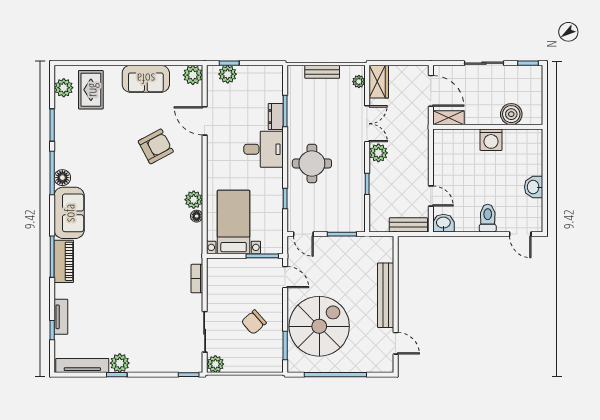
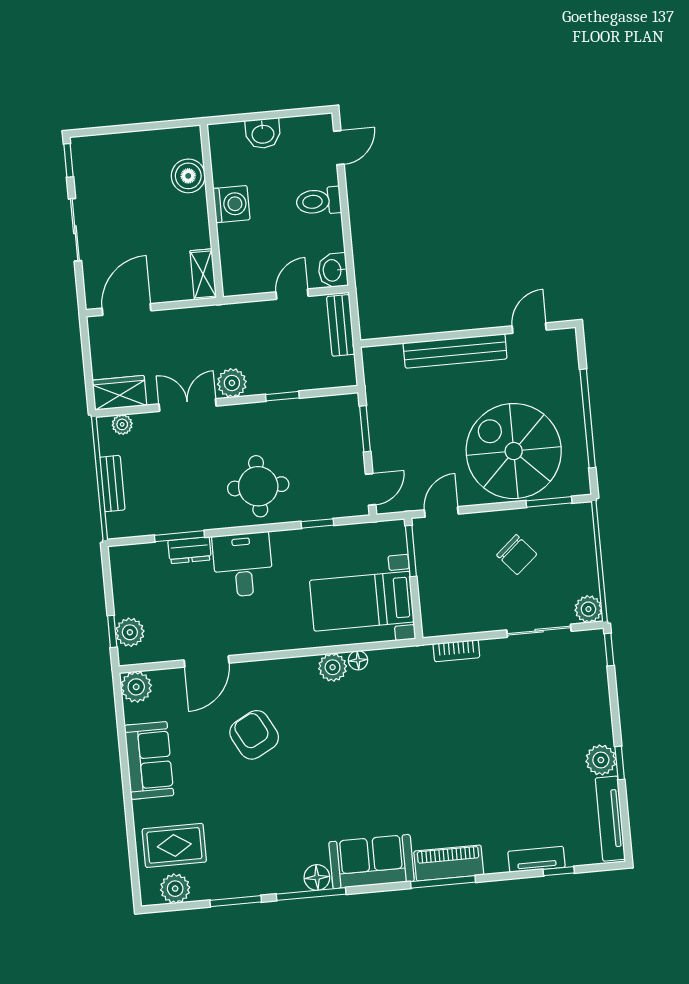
boiler: (511, 114) -> (188, 176), moved
shelving: (448, 118) -> (203, 274), moved
wall: (488, 127) -> (212, 211), moved
washing machine: (491, 140) -> (231, 204), moved

